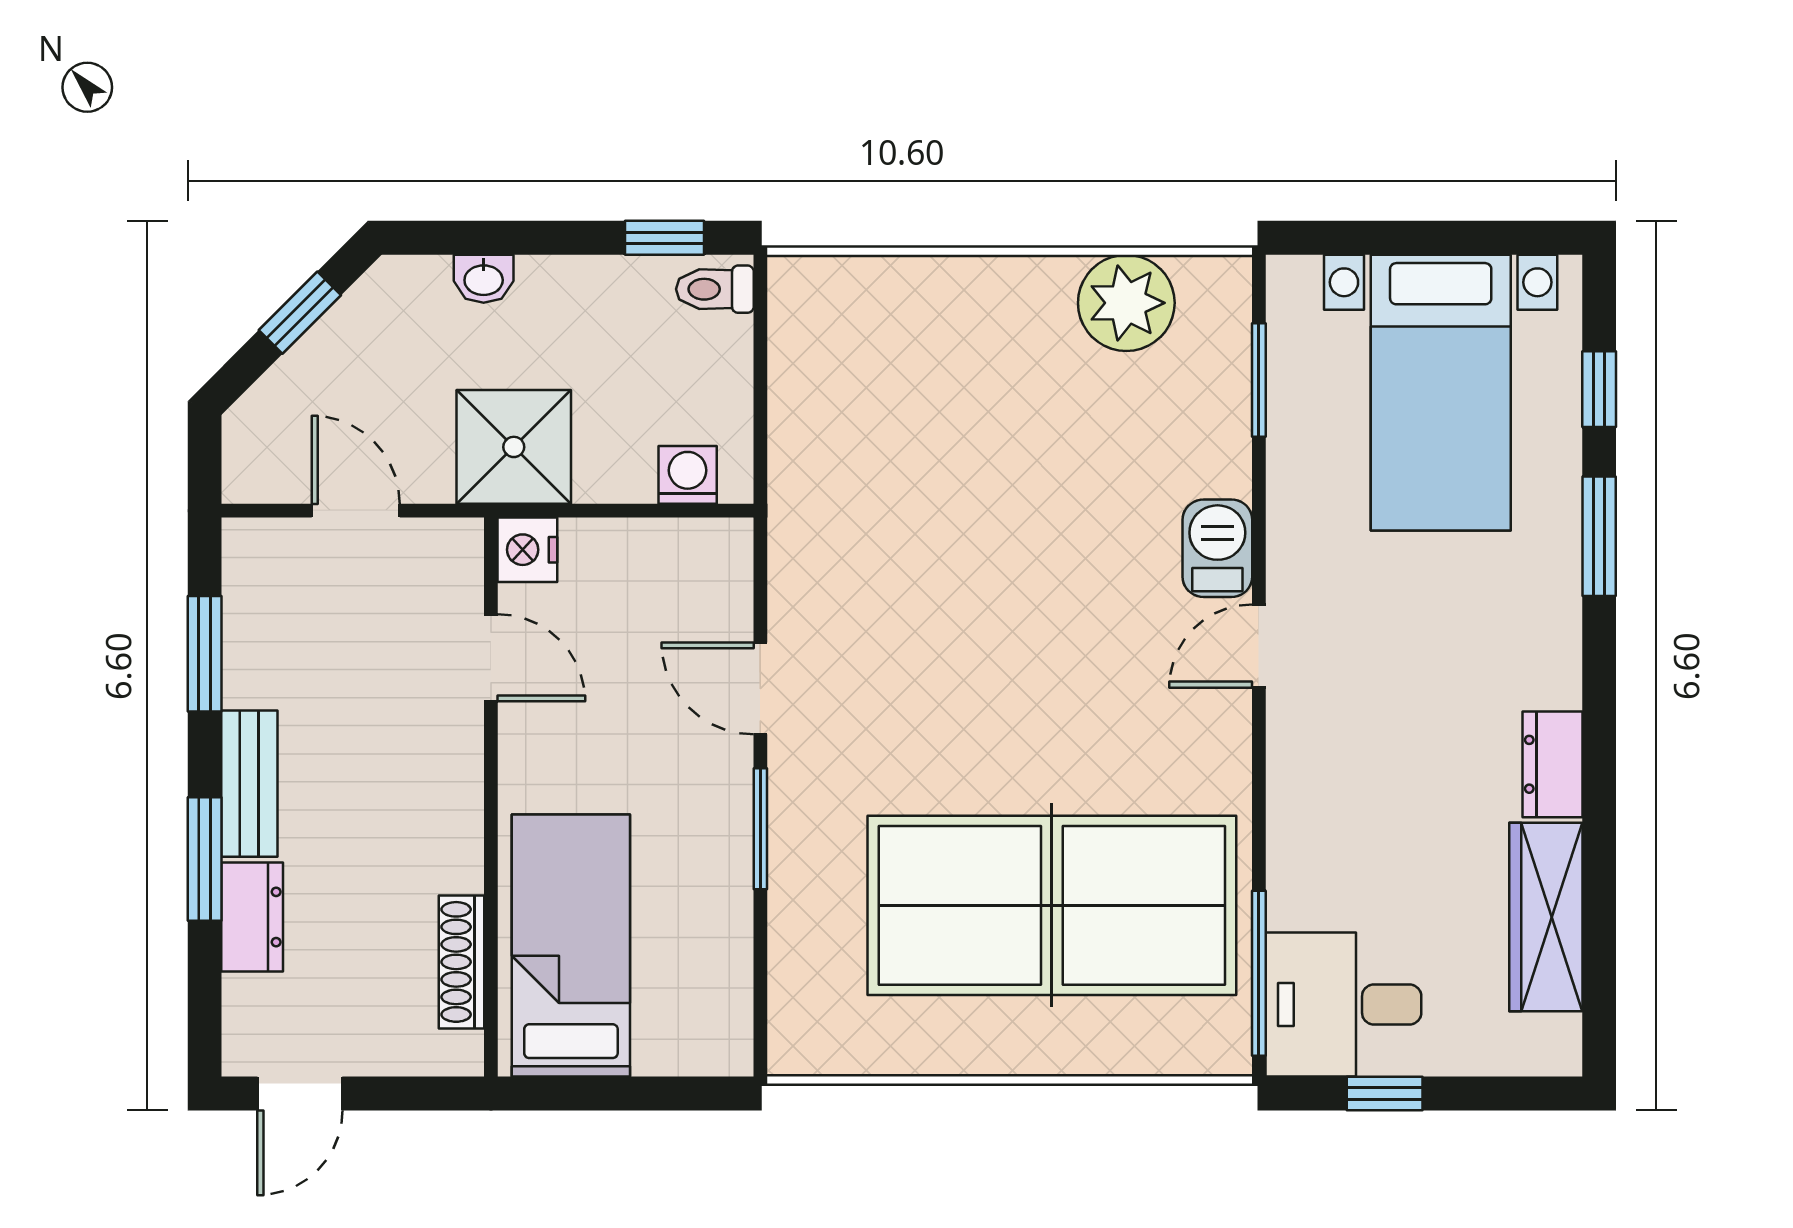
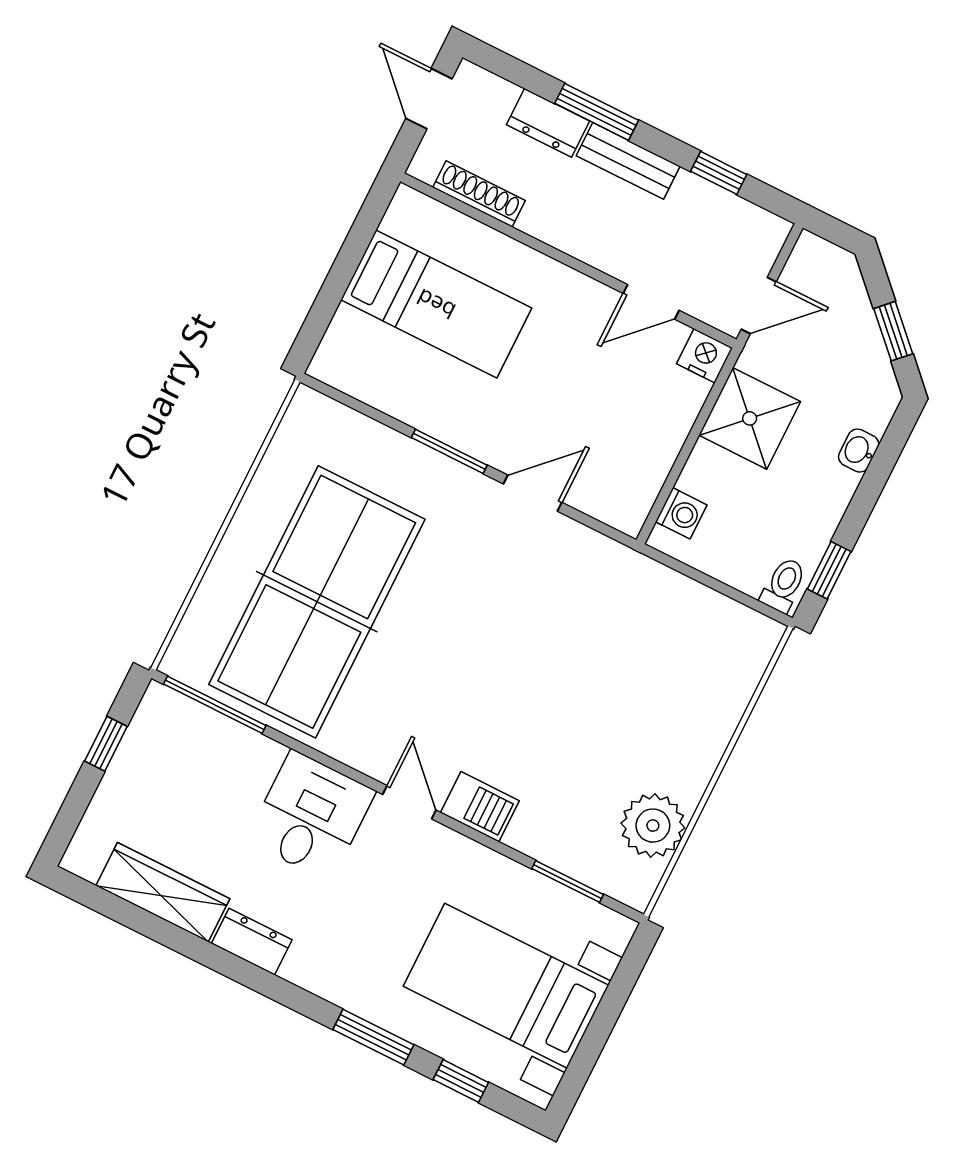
nightstand: (527, 550) -> (705, 356), moved
window: (205, 654) -> (719, 173), width x0.67
door: (491, 658) -> (651, 302), moved
wall: (491, 797) -> (568, 260), moved
shoe rack: (462, 962) -> (479, 194), moved
desk: (1343, 1004) -> (311, 816), moved

